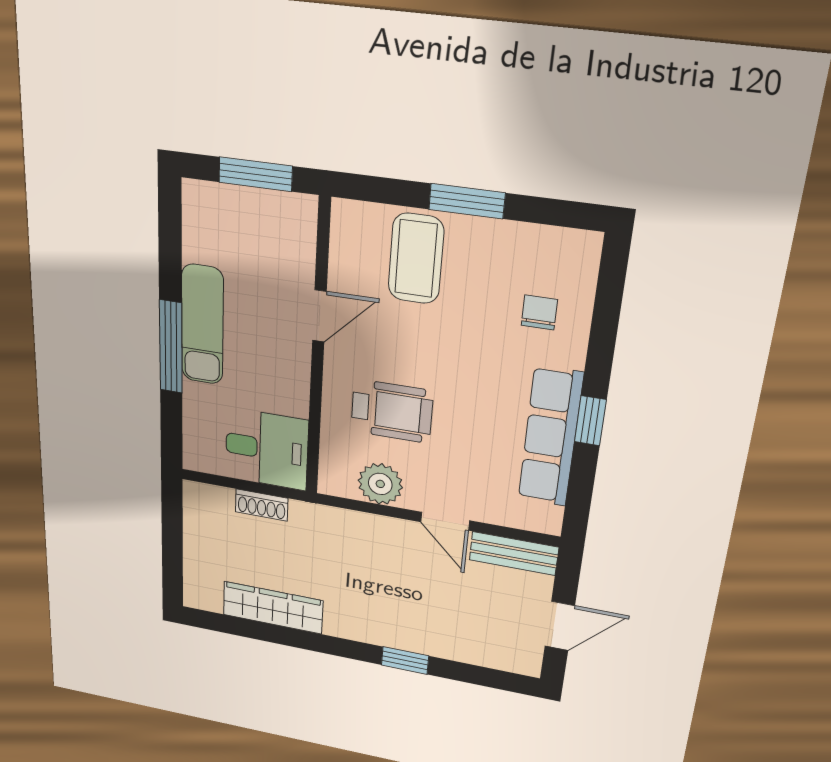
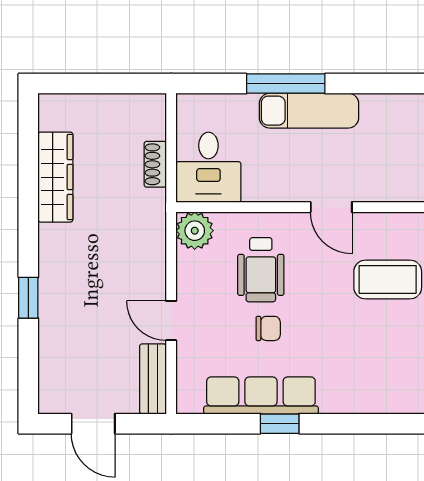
chair: (539, 312) -> (268, 328), moved
plant: (380, 484) -> (195, 231), moved
door: (445, 521) -> (171, 321), hinge flipped

